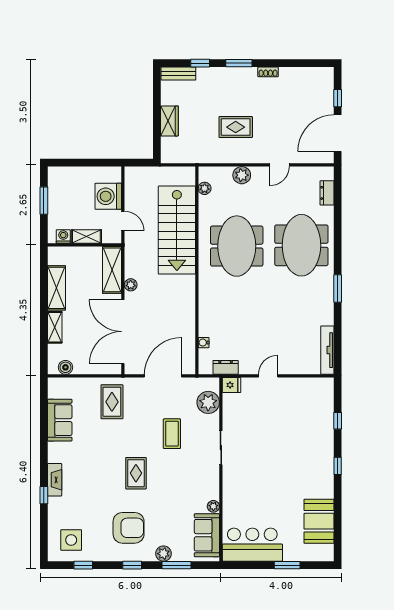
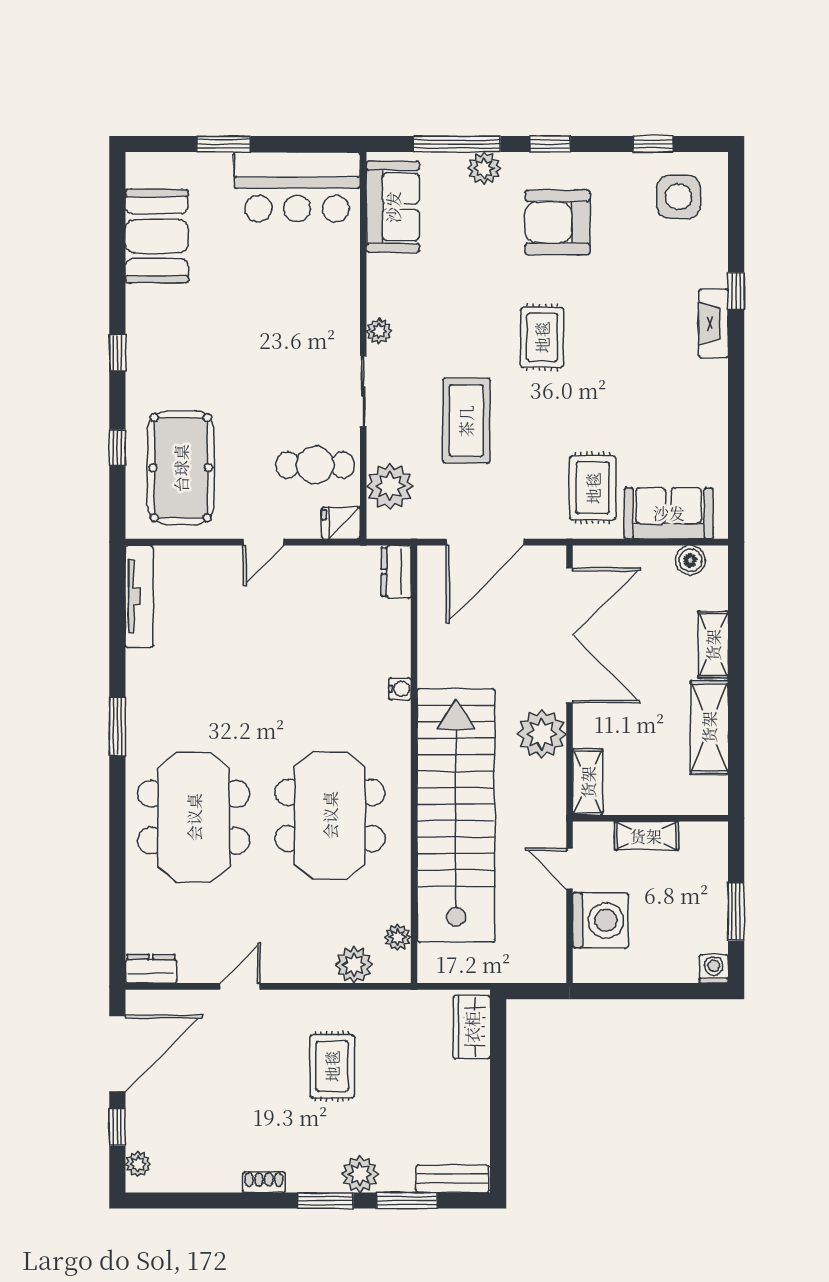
window: (200, 63) -> (407, 1201), width x1.50
plant: (222, 76) -> (360, 1174), added
plant: (328, 81) -> (138, 1164), added
wardrobe: (169, 121) -> (472, 1027), moved
rug: (236, 127) -> (332, 1066), turned 90
plant: (242, 175) -> (354, 965), moved
dresser: (327, 193) -> (151, 969), moved, turned -90
stairs: (177, 230) -> (456, 815), width x1.36
washing machine: (63, 236) -> (714, 969), moved, turned 180
shelving: (112, 270) -> (588, 782), width x0.67, depth x0.75
plant: (131, 285) -> (542, 734), width x1.87, depth x1.87
water cooler: (204, 343) -> (400, 689), moved
dresser: (226, 367) -> (396, 572), moved, turned 90
pool table: (308, 411) -> (181, 468), added
cafe table: (244, 413) -> (315, 465), added
sofa: (60, 420) -> (669, 513), moved, turned 90
coffee table: (172, 434) -> (466, 421), width x1.36, depth x1.32
plant: (213, 506) -> (379, 331), moved
window: (176, 565) -> (457, 144), width x1.44

